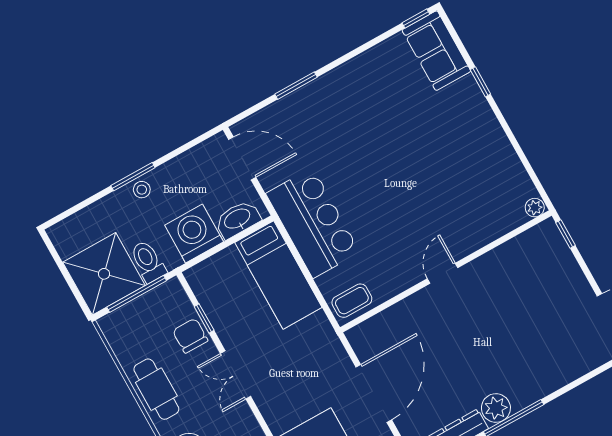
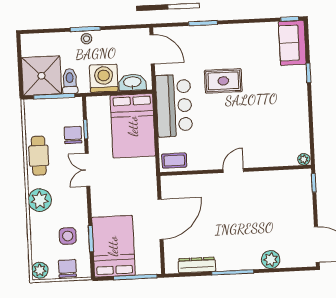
rug: (365, 153) -> (223, 81), added
bed: (278, 275) -> (133, 126), width x1.50
plant: (496, 408) -> (271, 260), moved

